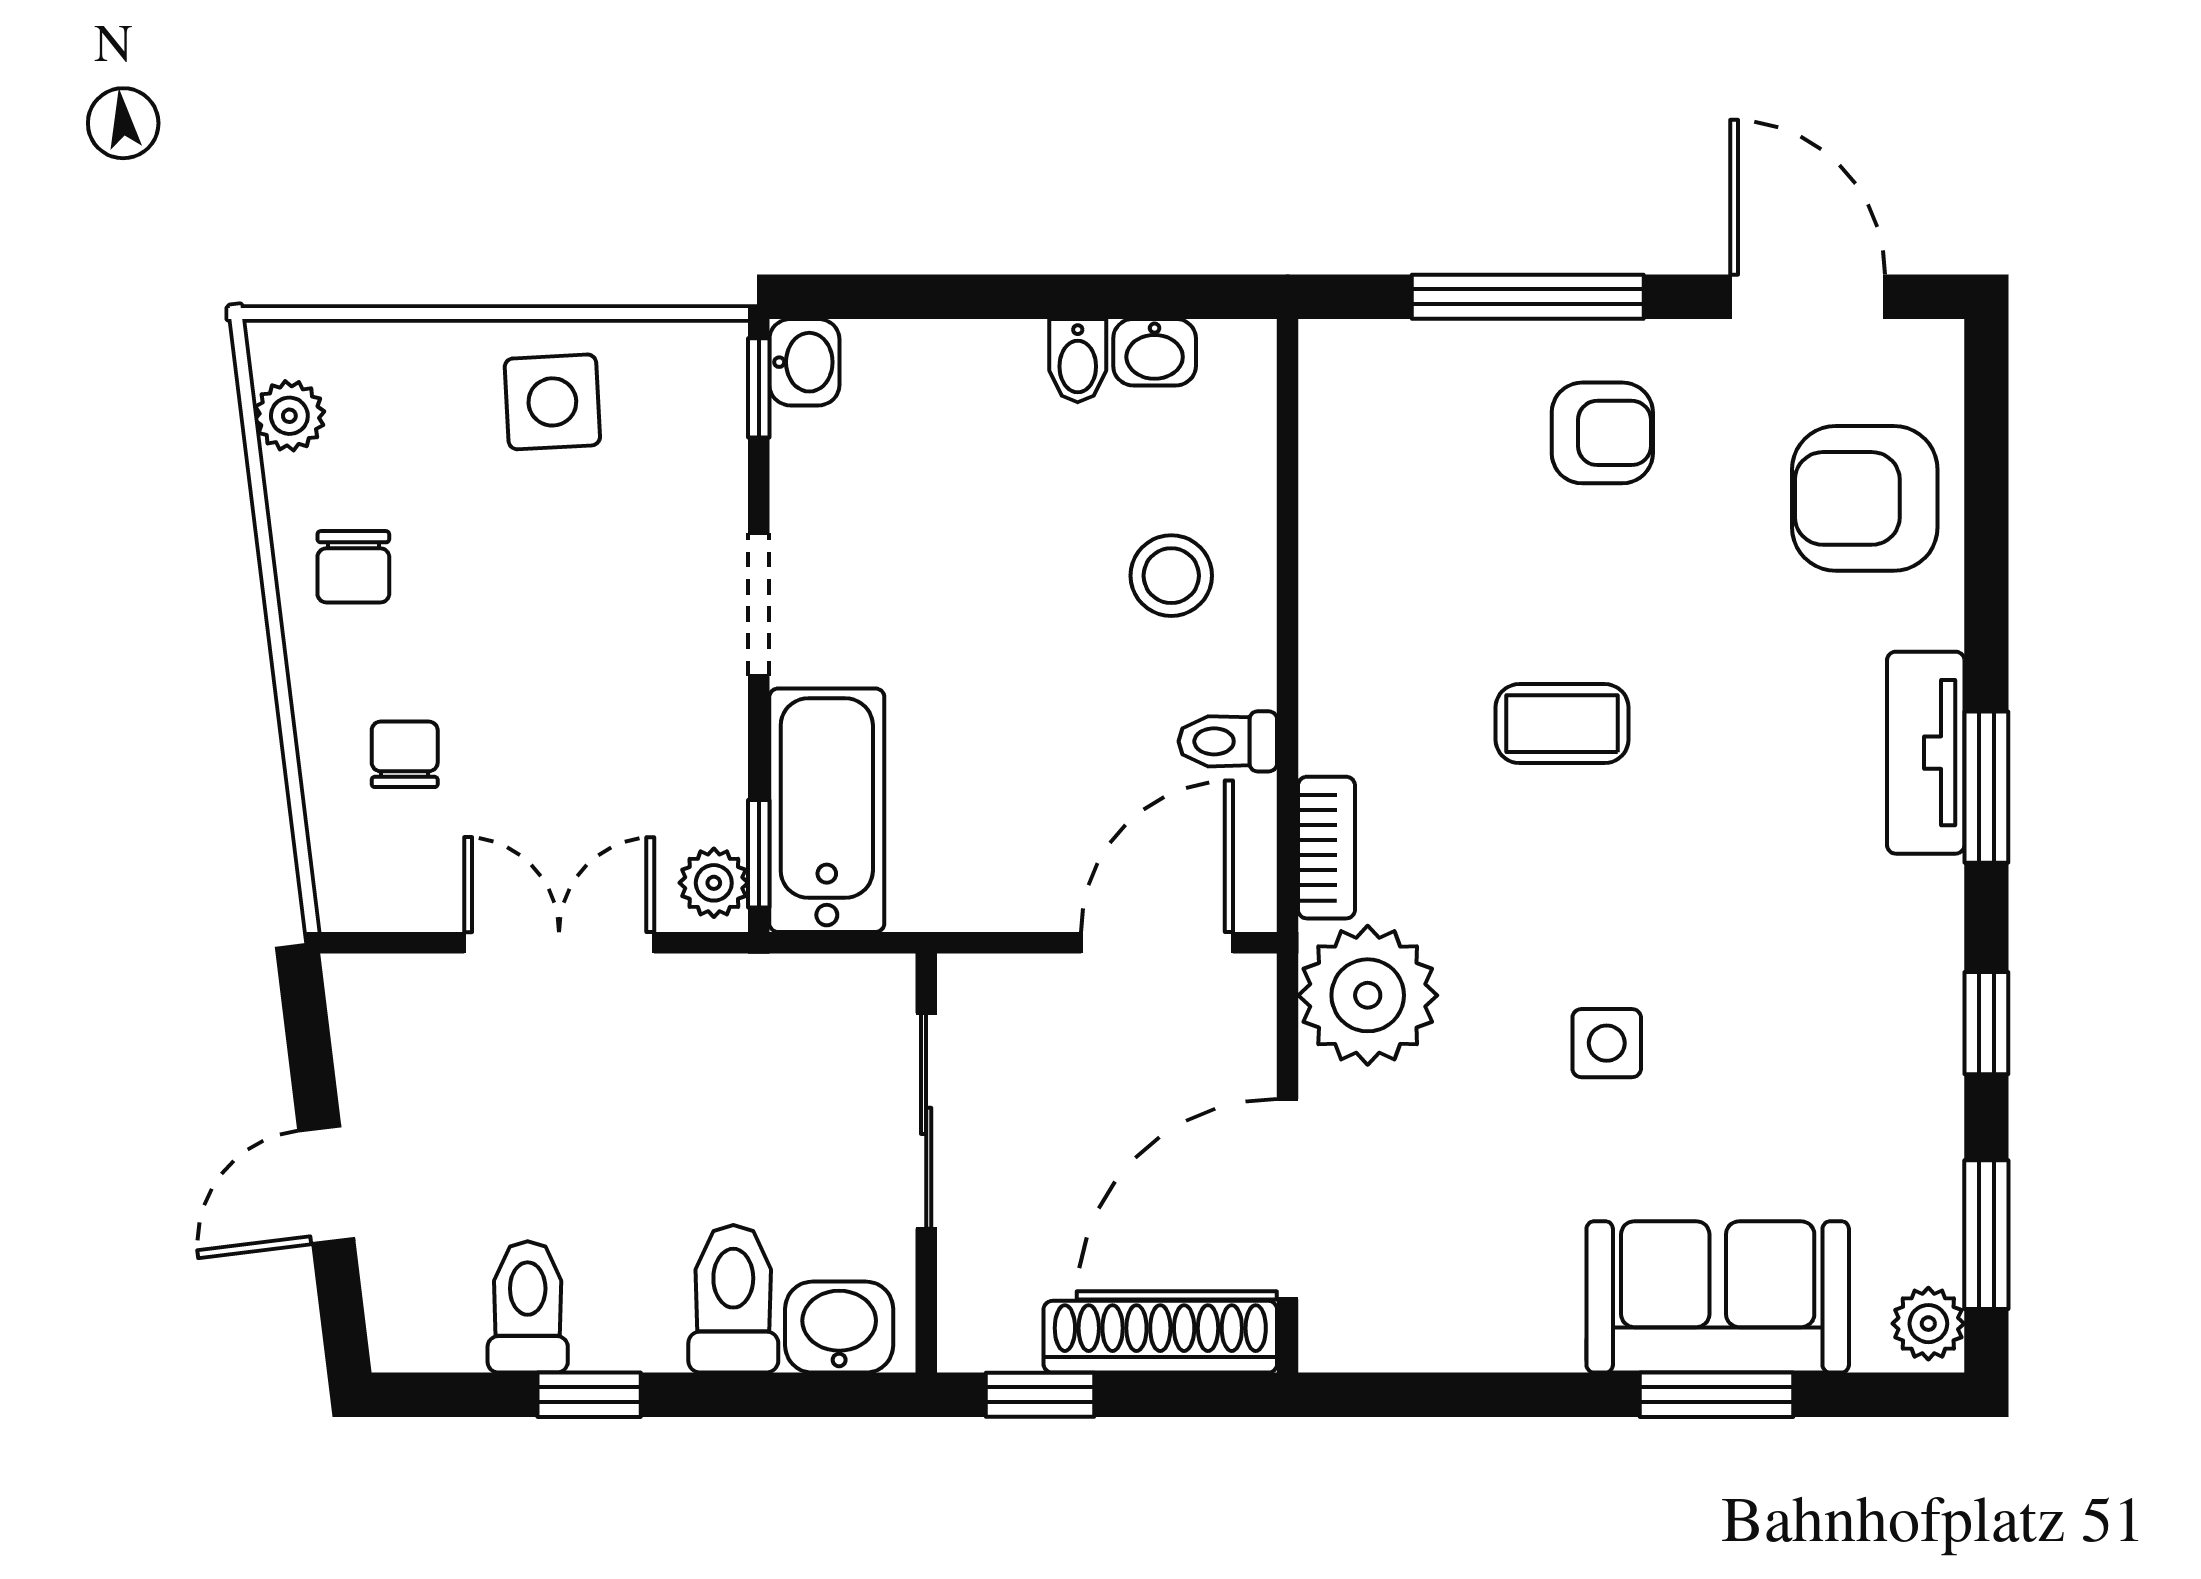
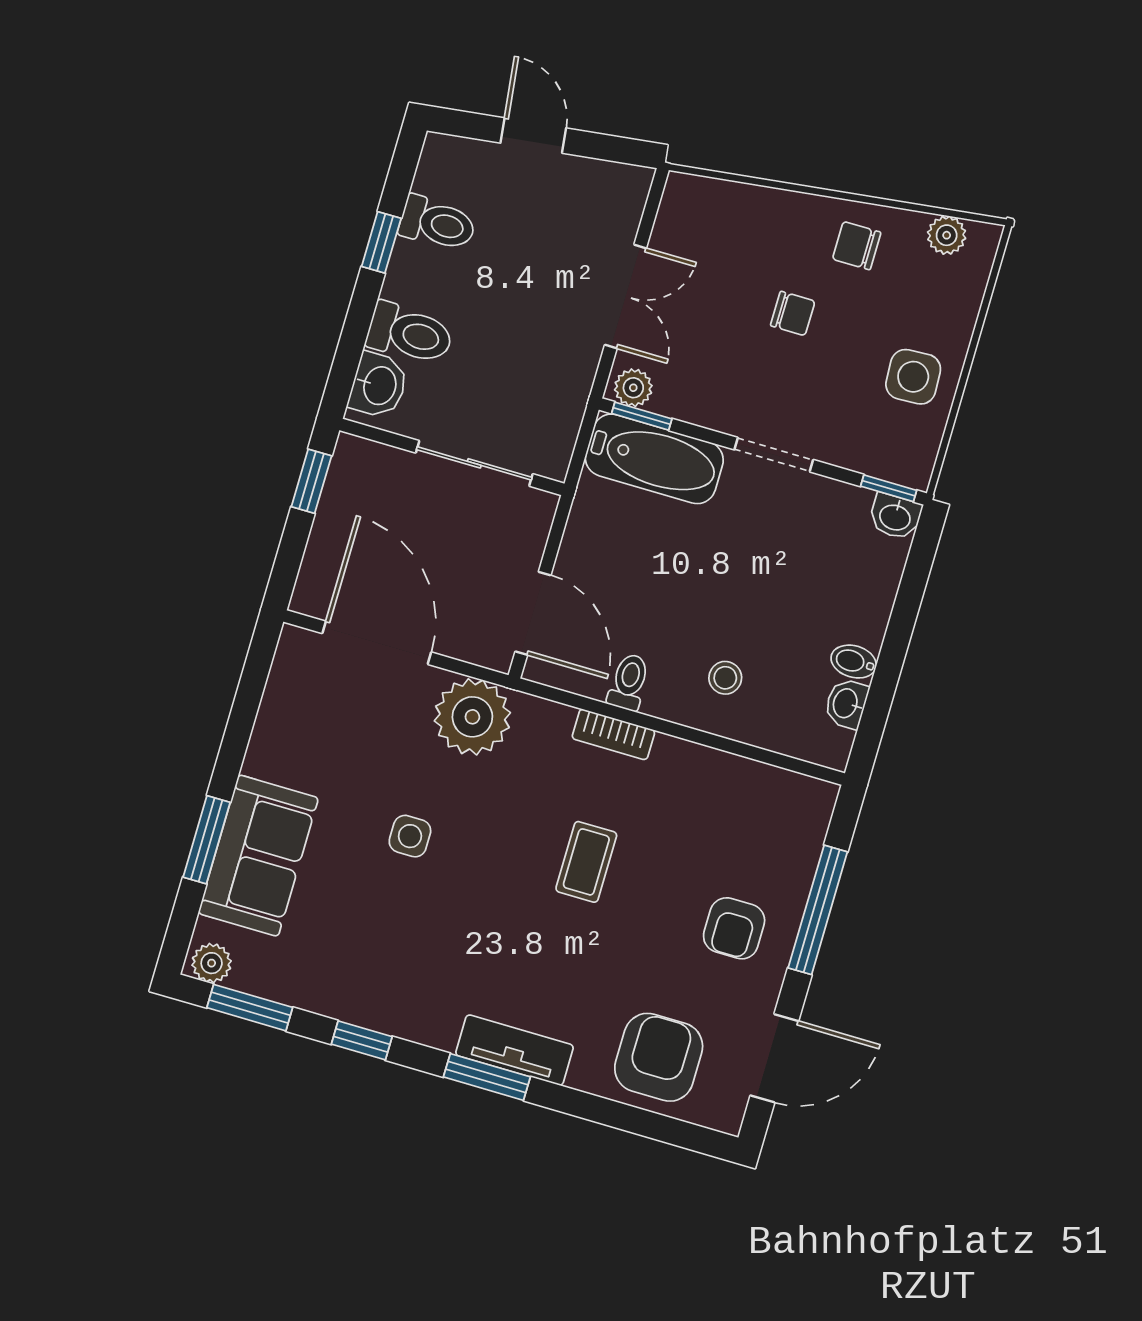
stool: (1171, 576) -> (725, 678), width x0.73, depth x0.73
chair: (405, 754) -> (793, 313), moved
bookcase: (1326, 848) -> (613, 734), moved
shoe rack: (1160, 1337) -> (324, 554), removed

